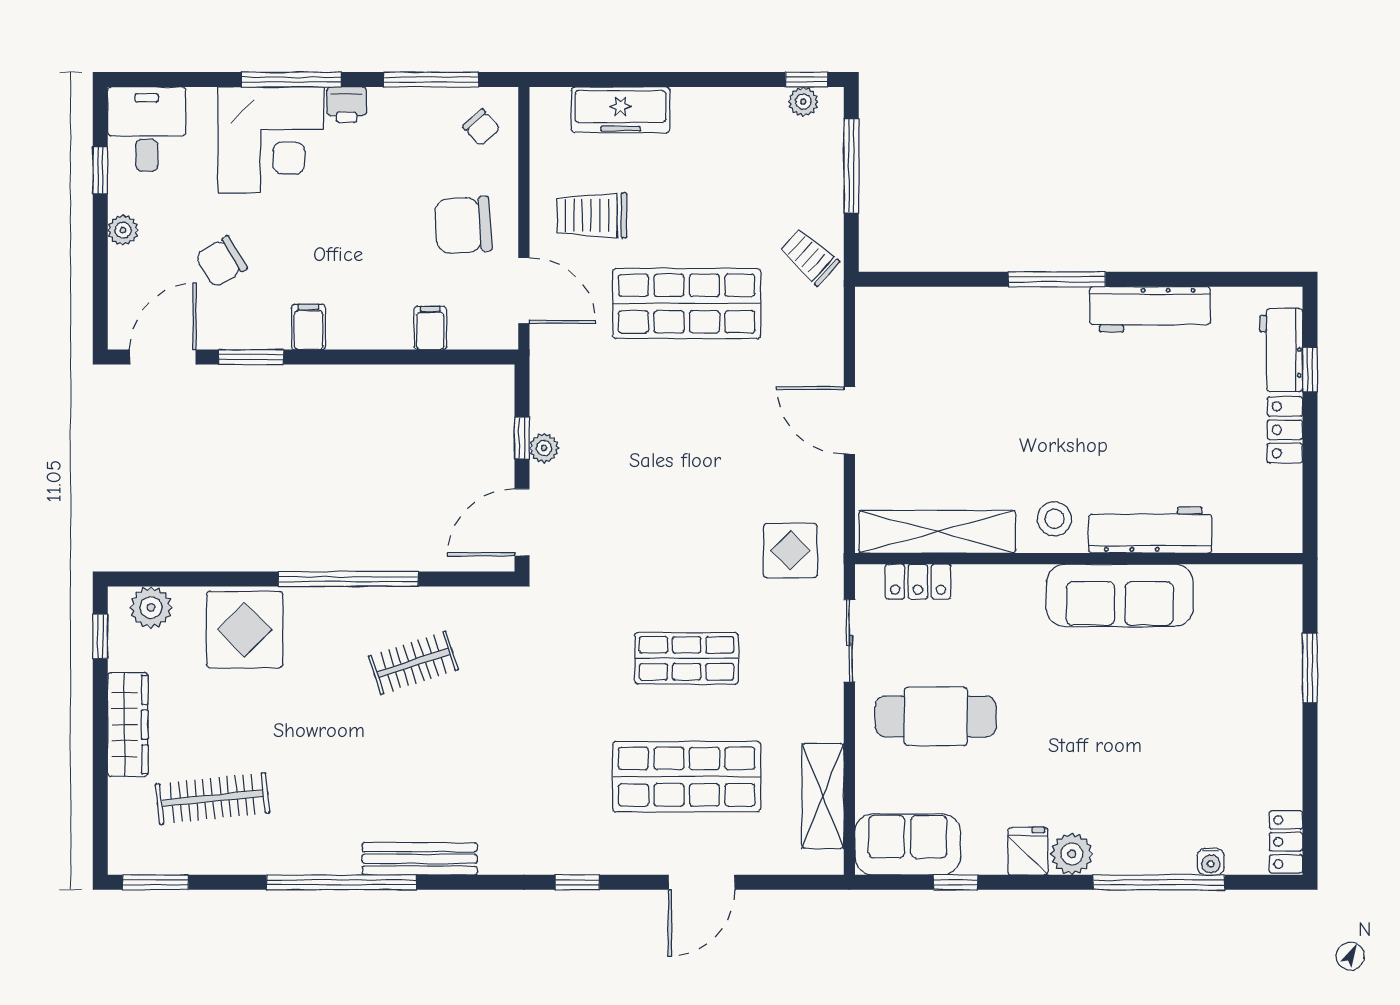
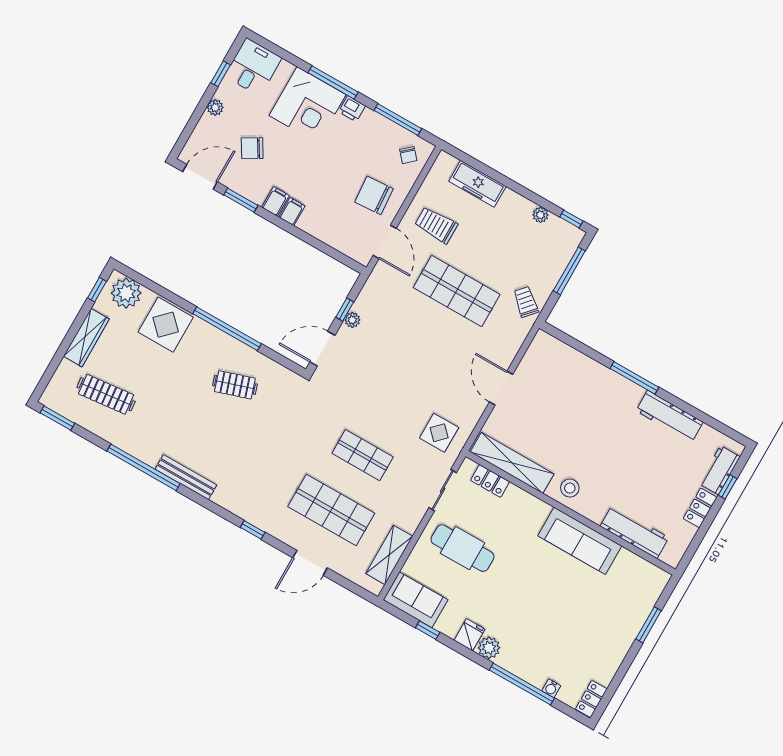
plant: (803, 102) -> (540, 215), moved
filing cabinet: (430, 328) -> (292, 212), moved
workbench: (1150, 530) -> (634, 532), moved
plant: (151, 607) -> (126, 293), width x1.36, depth x1.36

